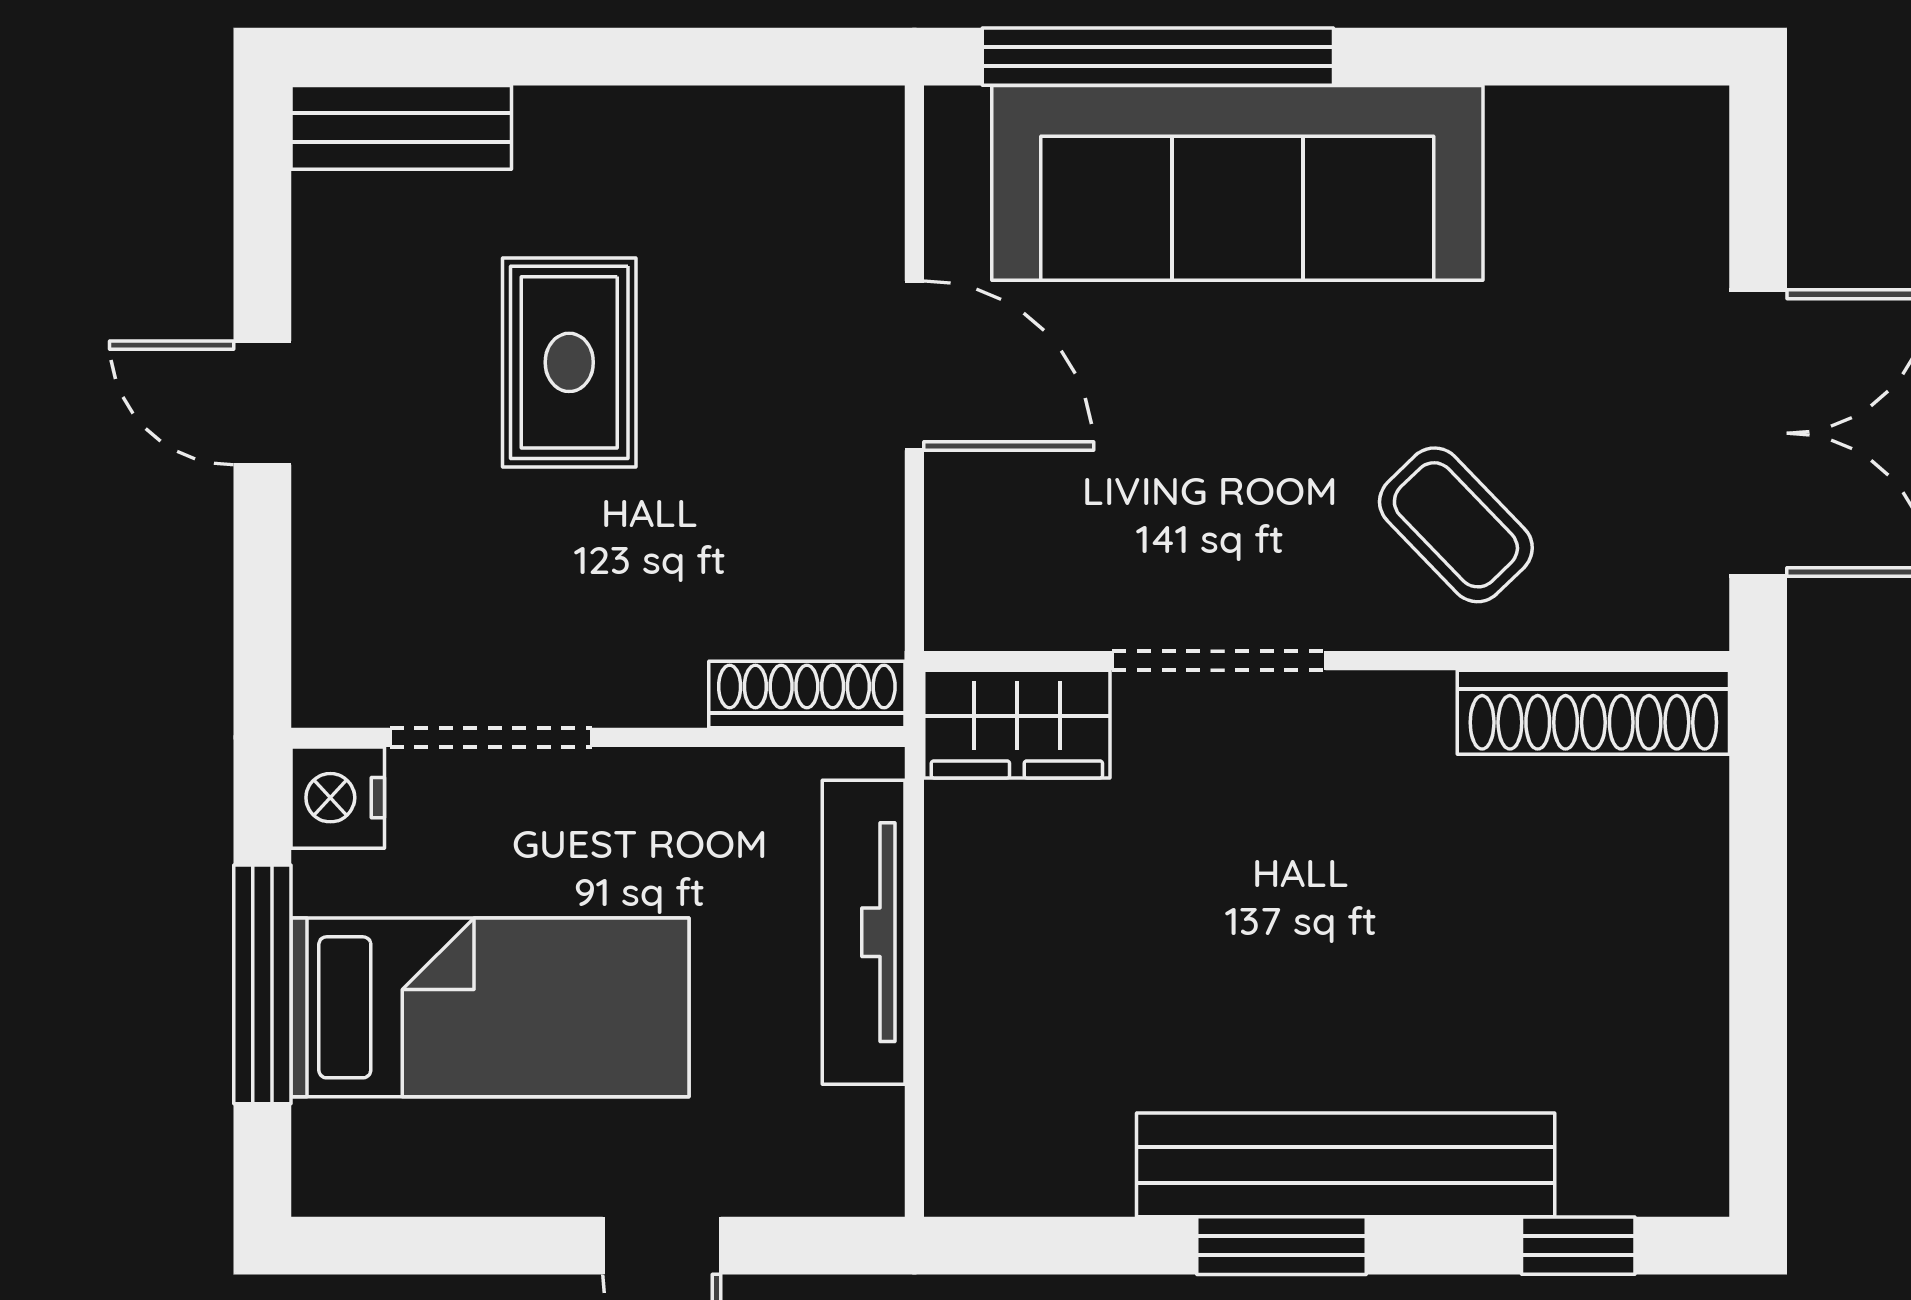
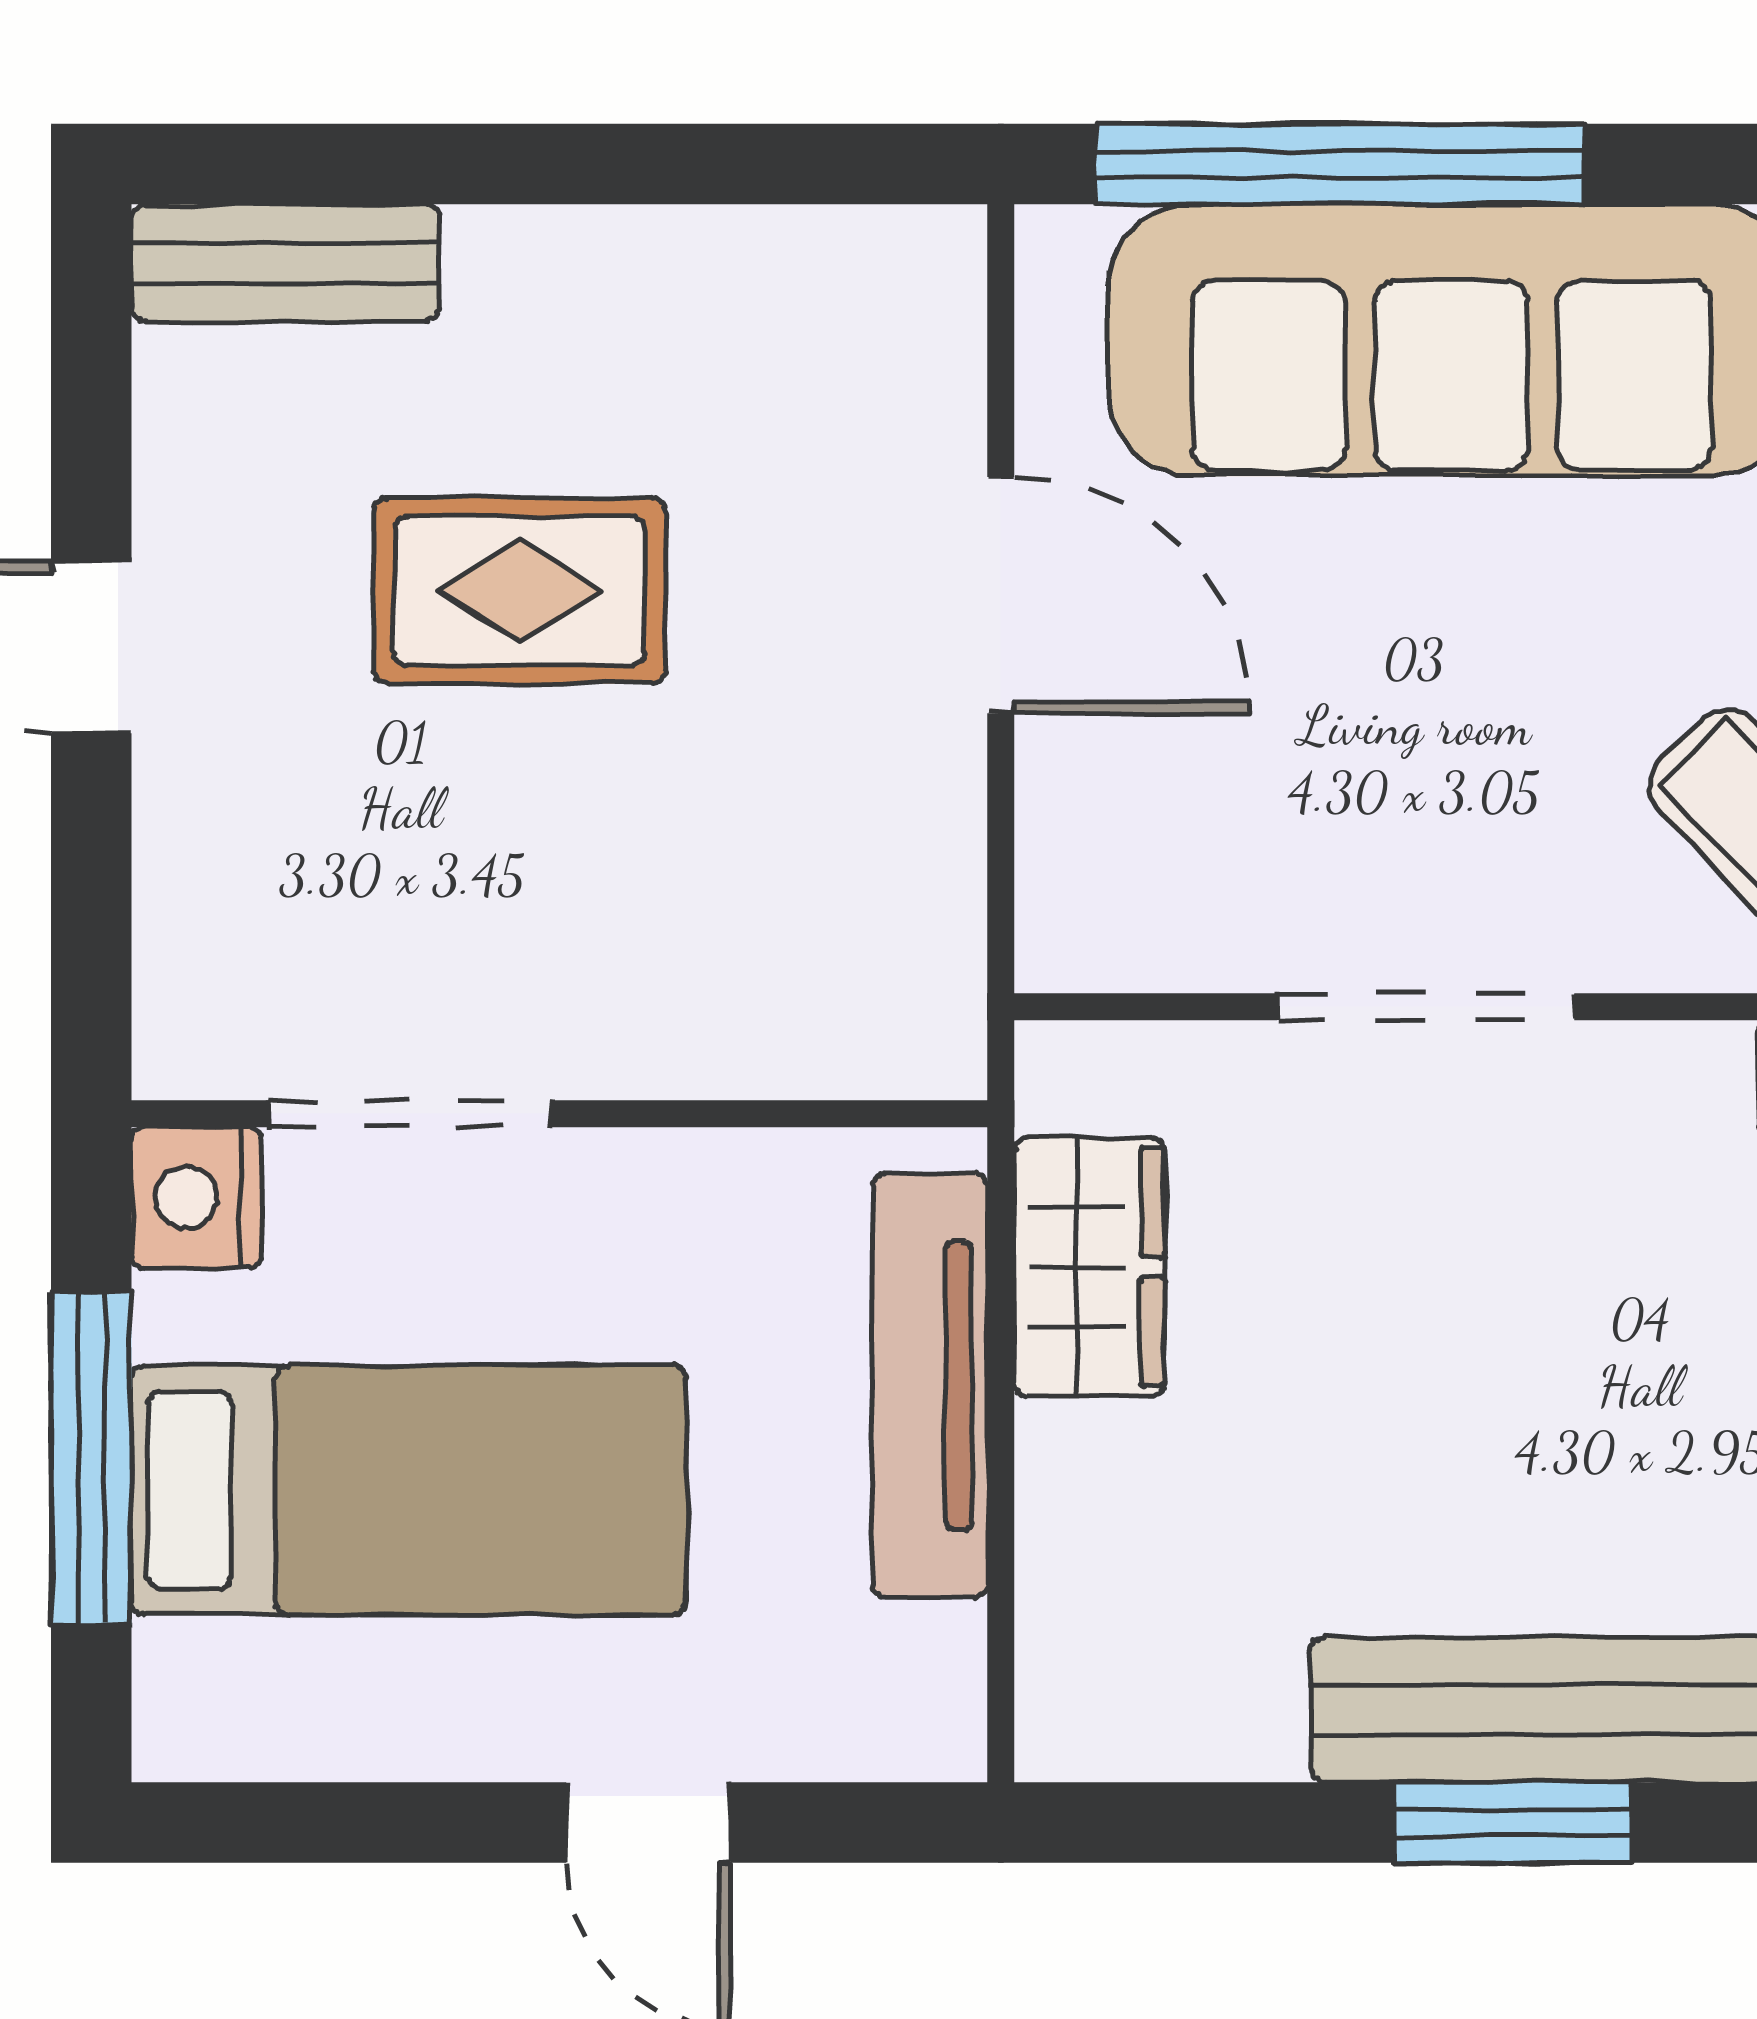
rug: (569, 362) -> (519, 591), turned 90
shoe rack: (807, 694) -> (851, 1054), removed
wardrobe: (1017, 724) -> (1089, 1267), moved, turned -90

